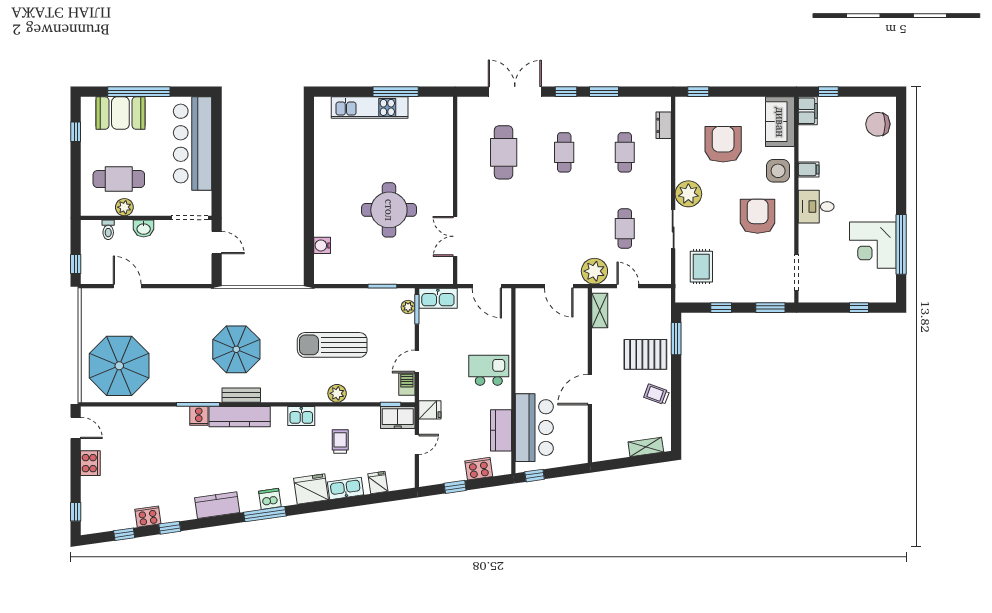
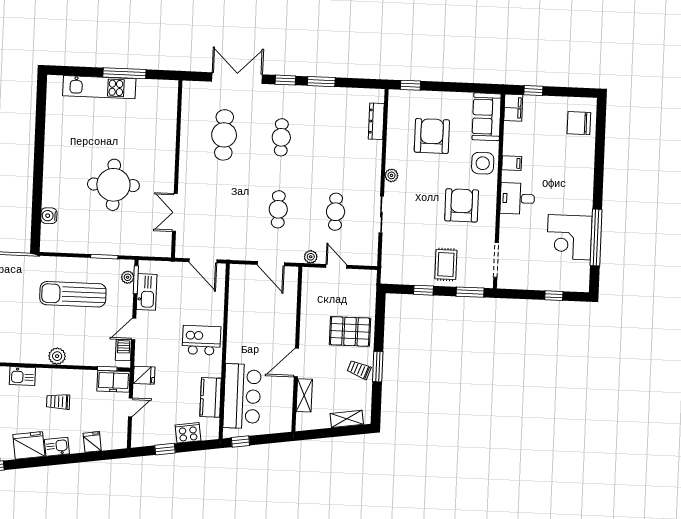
dresser: (664, 125) -> (376, 121), width x1.44
cafe table: (625, 152) -> (278, 209), moved
plant: (688, 194) -> (391, 175), width x0.53, depth x0.53
rug: (701, 267) -> (446, 264), moved
plant: (594, 271) -> (311, 257), width x0.53, depth x0.53
kitchen sink: (438, 298) -> (147, 292), moved, turned -90
shelving: (600, 310) -> (304, 395), moved
window: (676, 339) -> (378, 367), moved
sun lounger: (332, 345) -> (73, 294), moved
trolley: (340, 442) -> (58, 402), turned -90
kitchen sink: (345, 488) -> (57, 447), width x0.73

